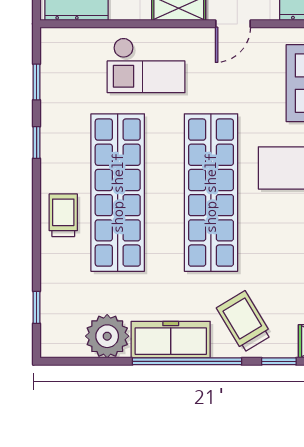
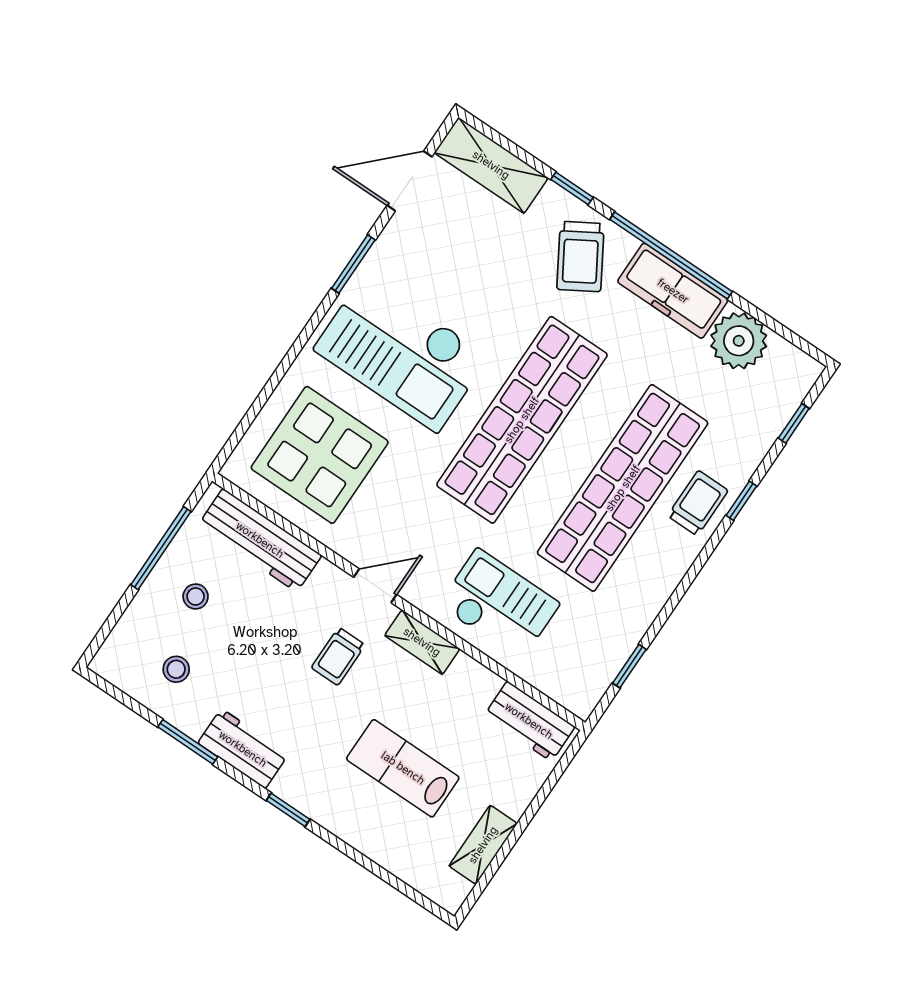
window: (37, 142) -> (741, 501), moved
trolley: (63, 215) -> (698, 503), turned 180

